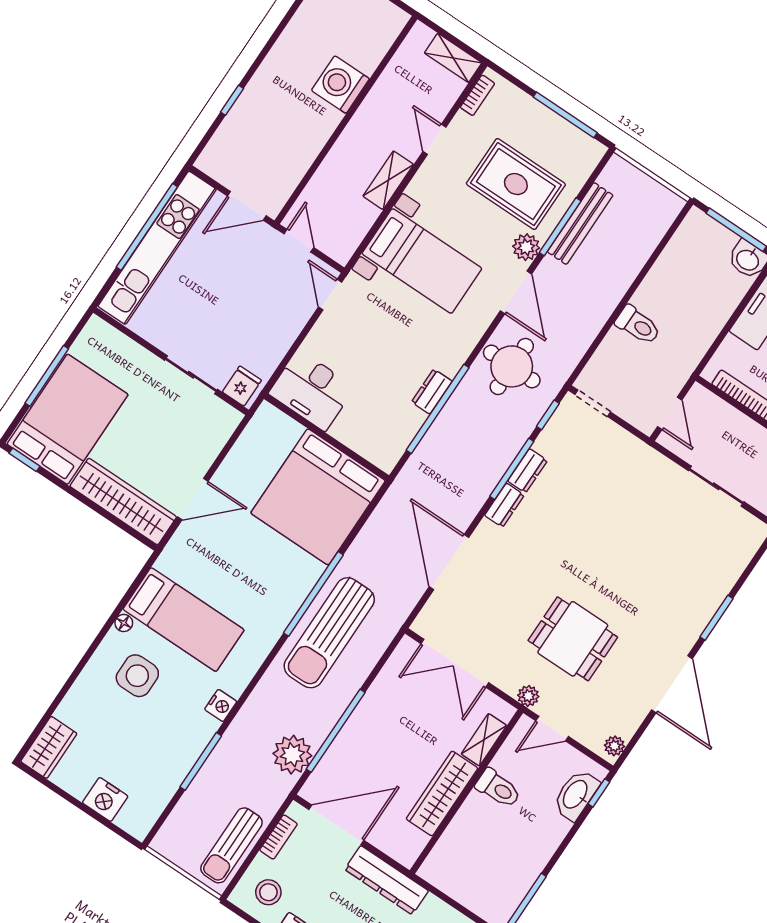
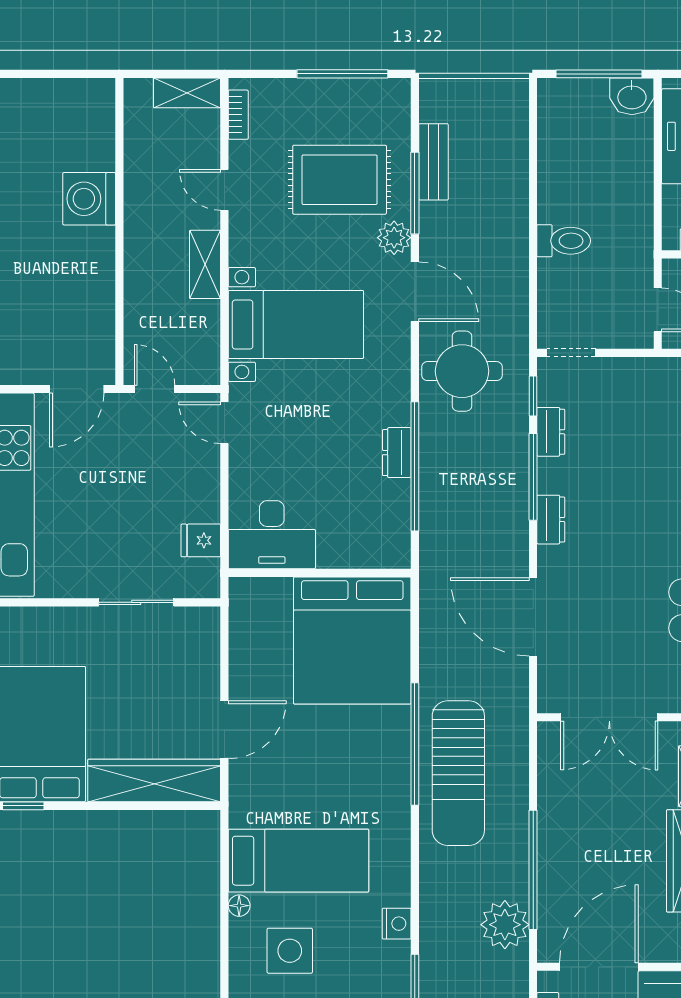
bench: (580, 224) -> (433, 162), width x0.73
fridge: (242, 386) -> (201, 540), moved, turned -90
dresser: (528, 471) -> (551, 432), moved

